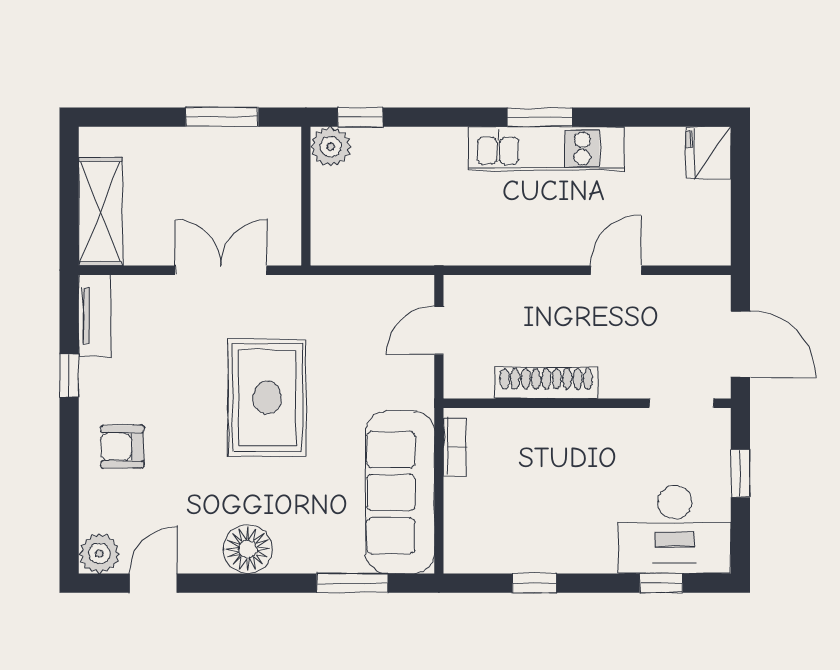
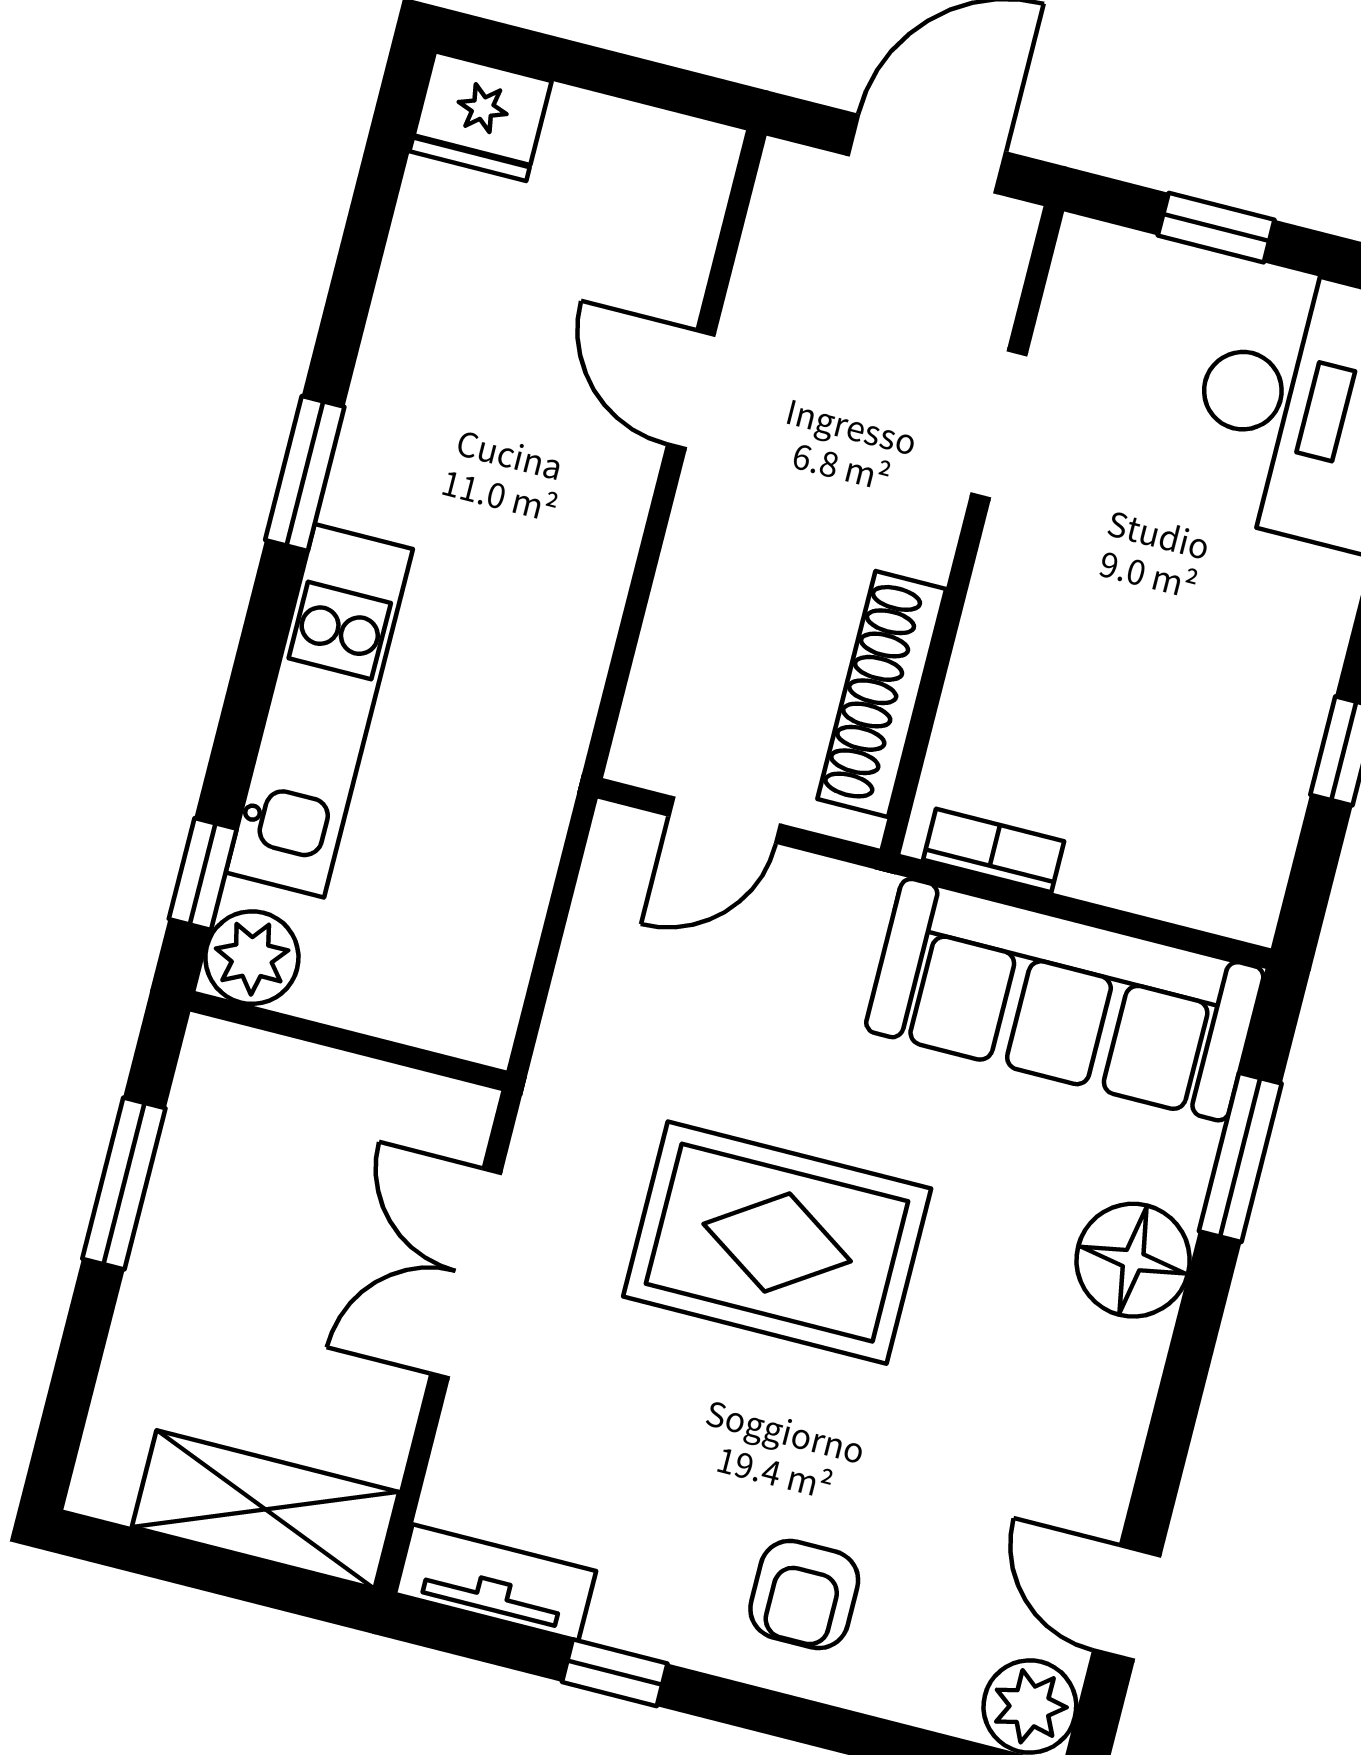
kitchen unit: (546, 149) -> (319, 711), moved
door: (439, 330) -> (725, 820), hinge flipped
shoe rack: (546, 383) -> (882, 694), moved
doorway: (682, 403) -> (999, 425), moved
floor lamp: (248, 549) -> (1133, 1260), moved

